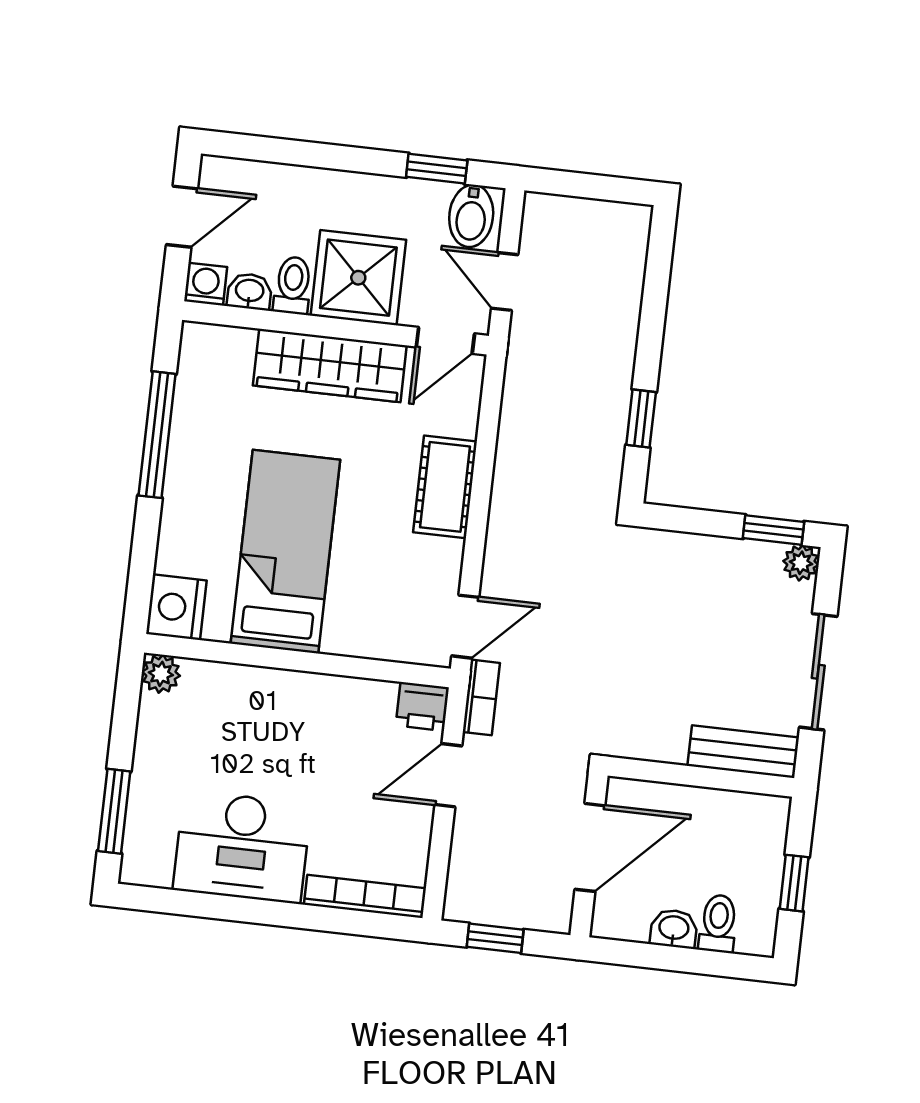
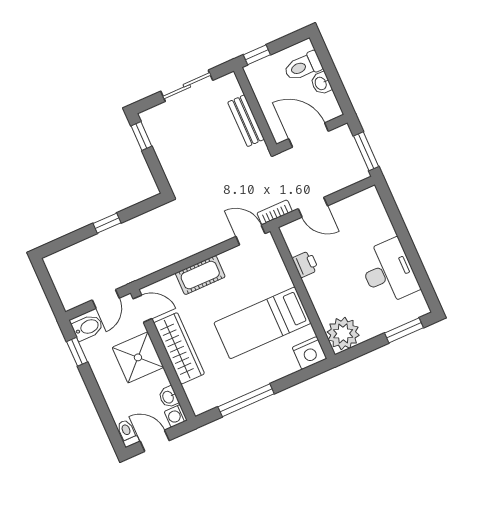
toilet: (293, 285) -> (127, 433), moved, turned 90
window: (641, 419) -> (107, 223), moved
plant: (801, 563) -> (148, 118), removed
plant: (161, 674) -> (343, 334), width x1.87, depth x1.87
printer: (422, 706) -> (305, 264), moved
bench: (743, 752) -> (246, 121), moved
window: (794, 883) -> (257, 55), moved
bookcase: (365, 896) -> (380, 212), removed
toilet: (718, 923) -> (303, 66), width x1.37, depth x1.39
window: (495, 938) -> (366, 151), width x1.50

